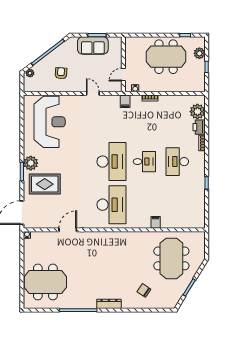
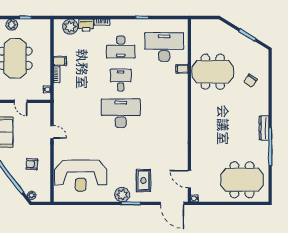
door: (123, 75) -> (21, 101), moved
door: (93, 93) -> (52, 132), swing flipped
filing cabinet: (125, 101) -> (60, 61), moved
reception desk: (50, 122) -> (81, 176), turned 180
rug: (45, 184) -> (143, 180), width x0.73, depth x0.70
desk: (111, 205) -> (164, 47), moved
door: (68, 230) -> (189, 179), moved
meeting table: (171, 258) -> (213, 72), moved
meeting table: (45, 282) -> (242, 180), turned 90
dresser: (109, 304) -> (264, 128), moved

